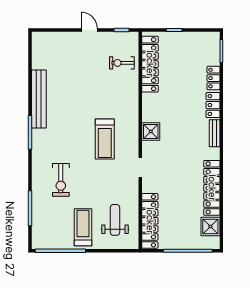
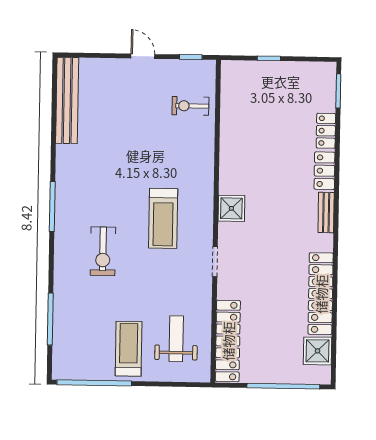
locker: (150, 64) -> (232, 108), removed
bench: (39, 99) -> (67, 100), moved
exercise bike: (61, 180) -> (103, 251), moved

